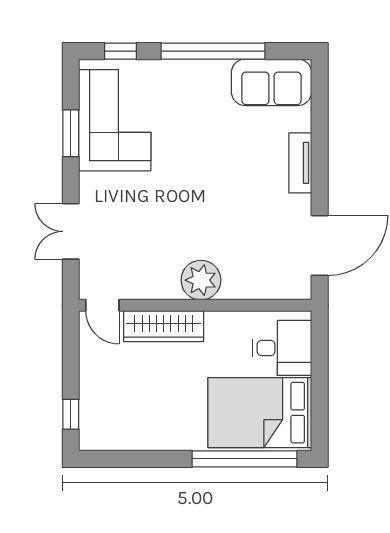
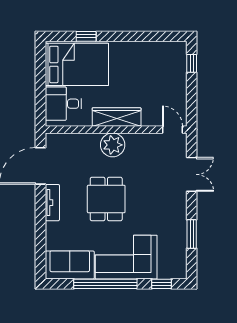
corner sofa: (115, 120) -> (126, 257), moved, turned 90
tv unit: (300, 163) -> (52, 203), moved
dining table: (212, 191) -> (106, 199), added
wardrobe: (164, 326) -> (117, 117), moved
window: (245, 459) -> (86, 36), width x0.32

